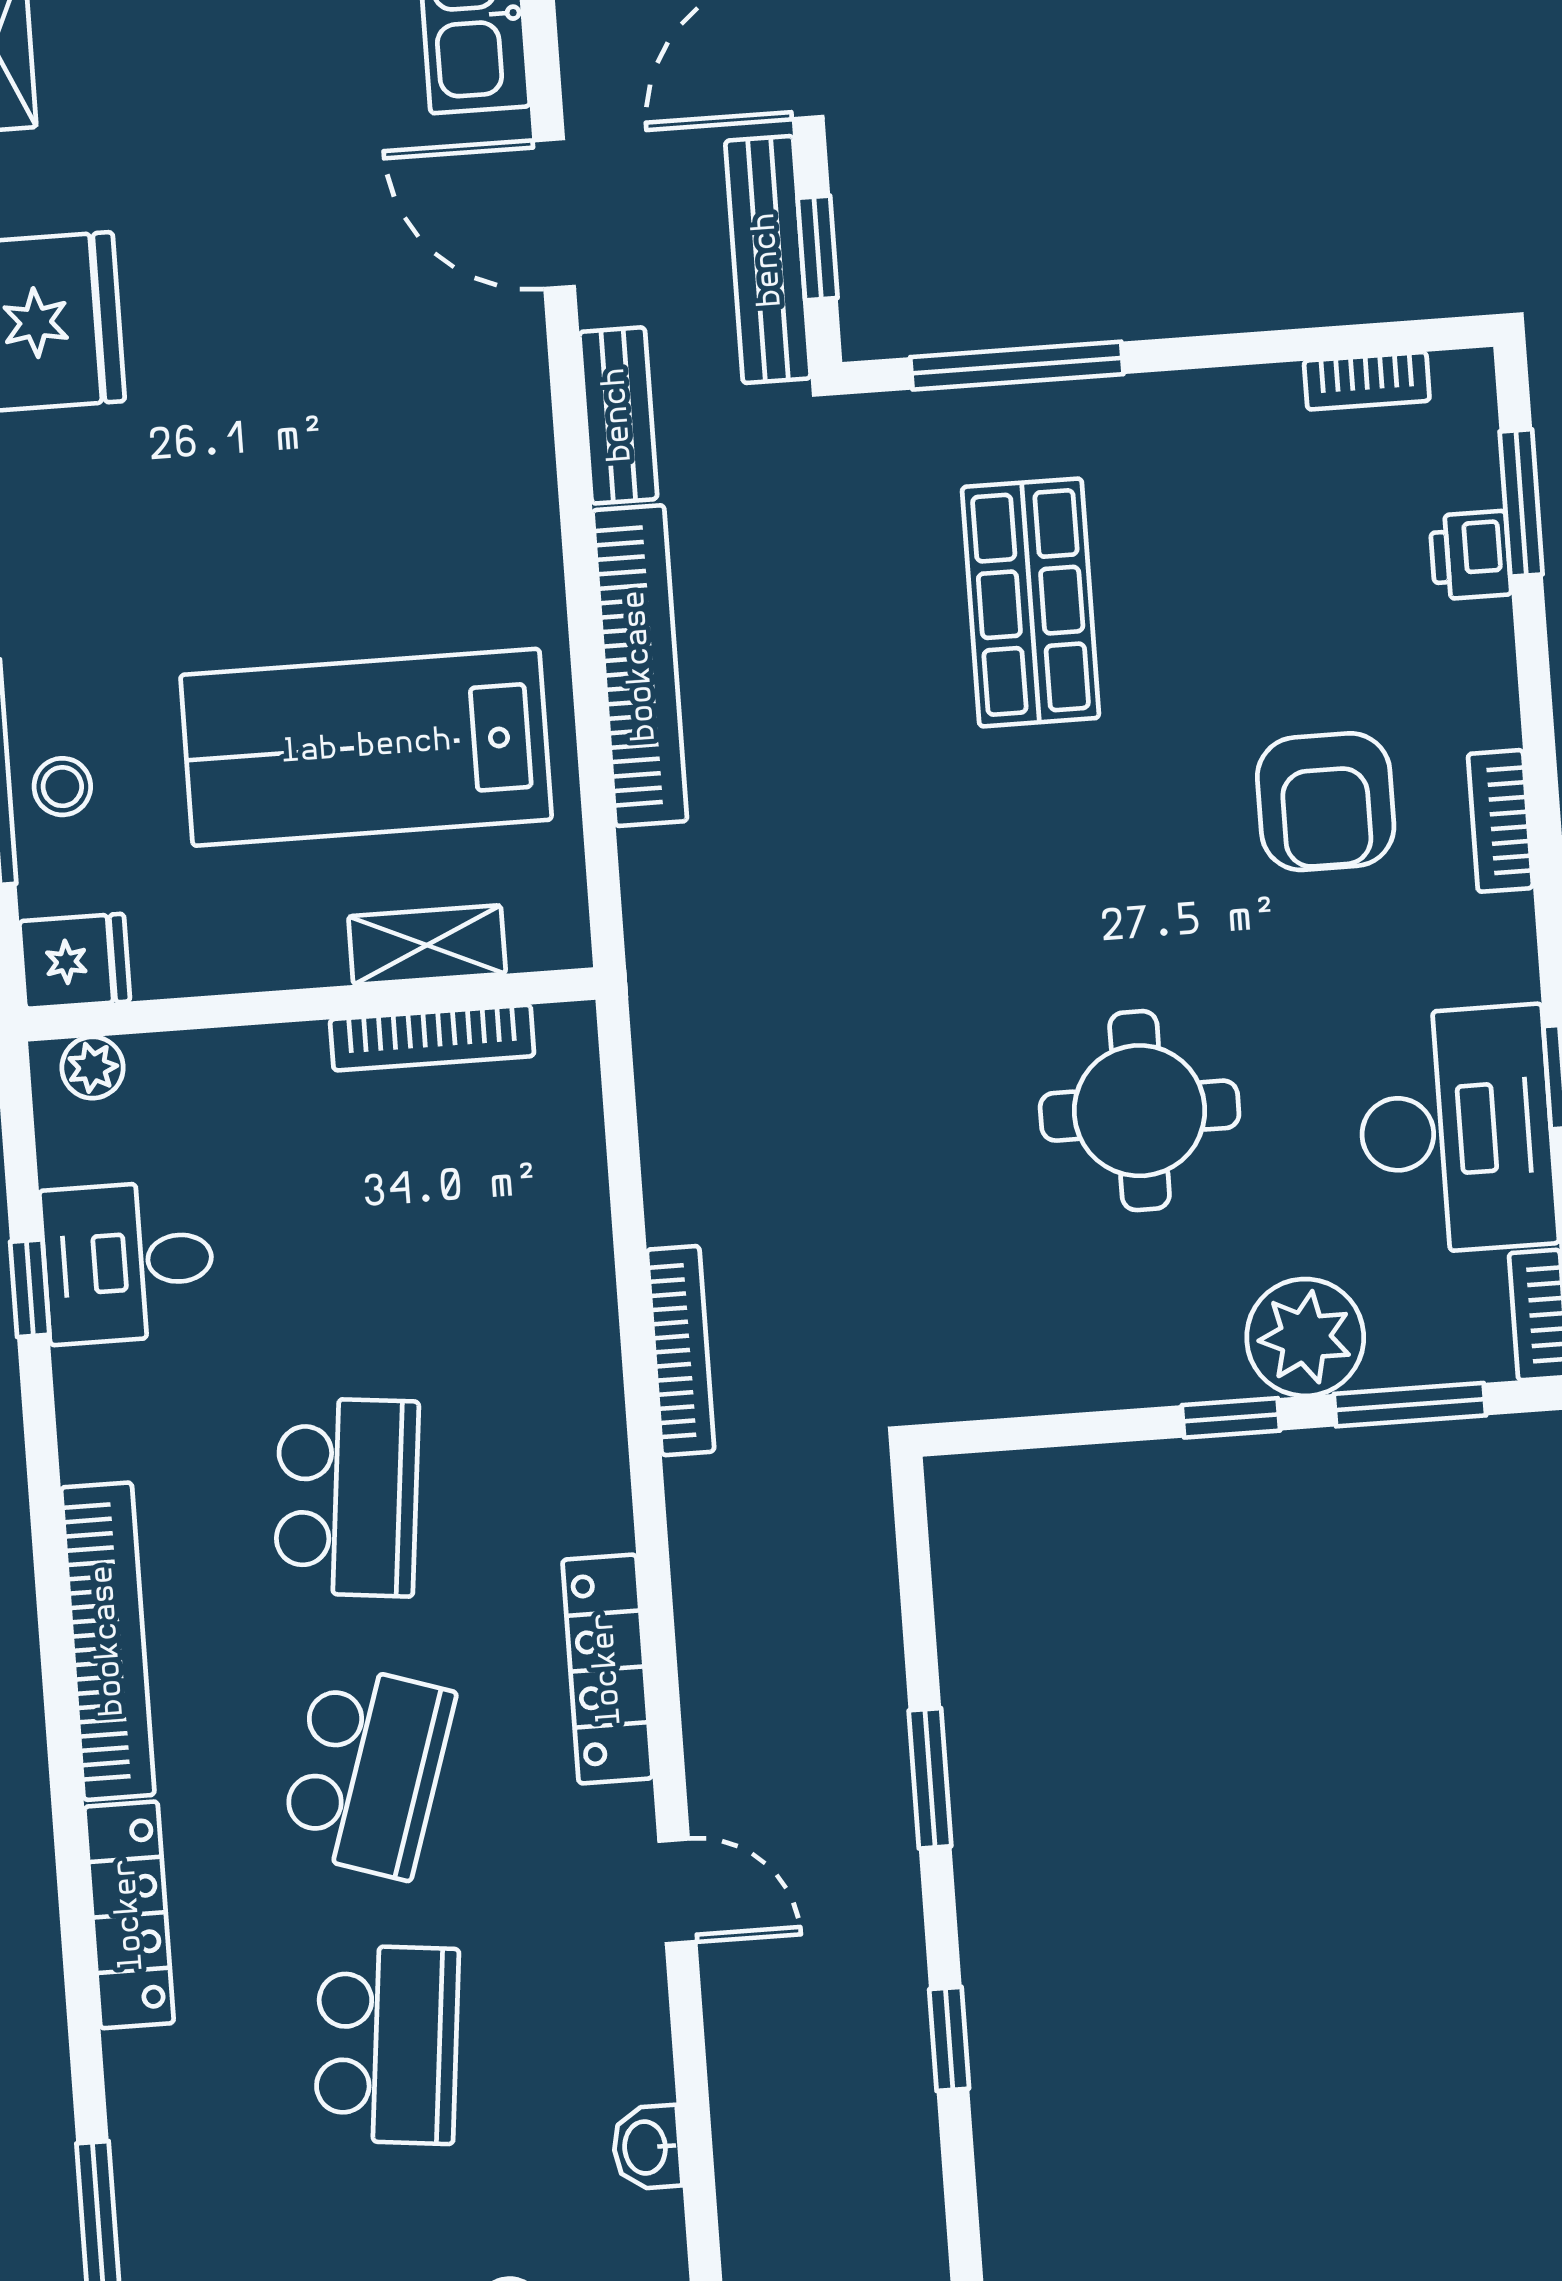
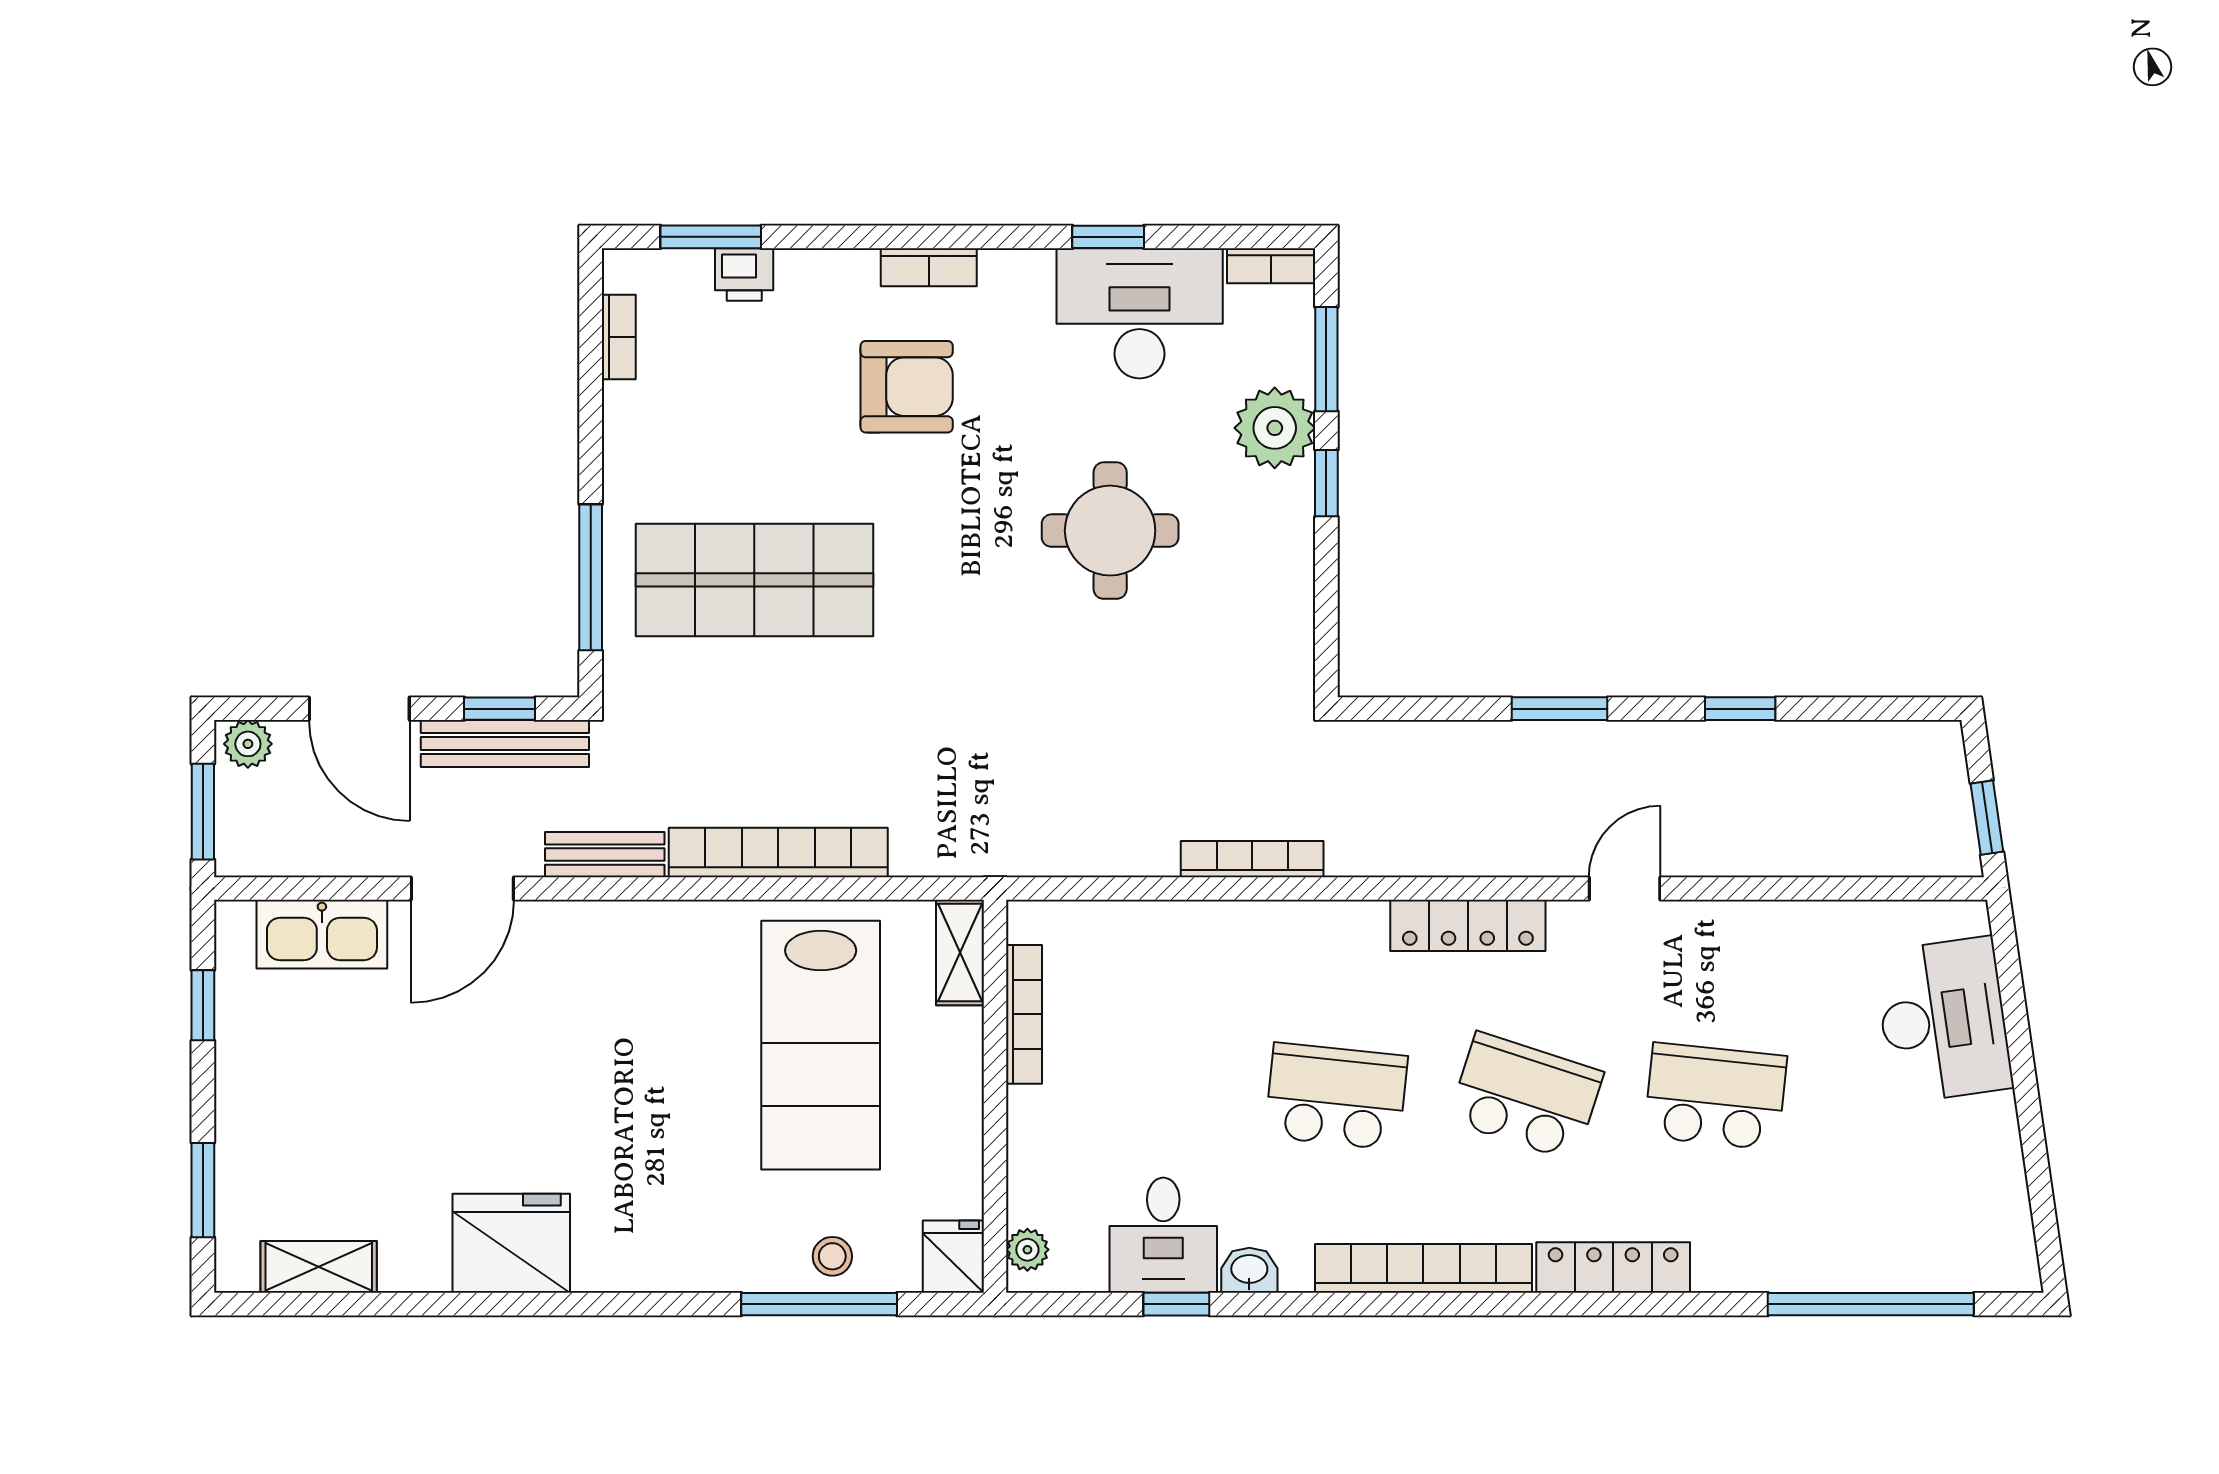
shop shelf: (1031, 602) -> (754, 580), width x1.43, depth x1.36
shelving: (427, 945) -> (960, 953), moved
washbasin: (647, 2147) -> (1249, 1270), moved, turned 180

